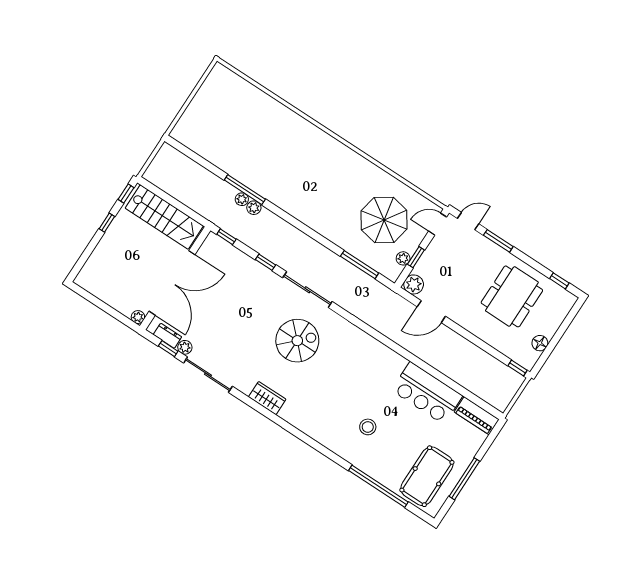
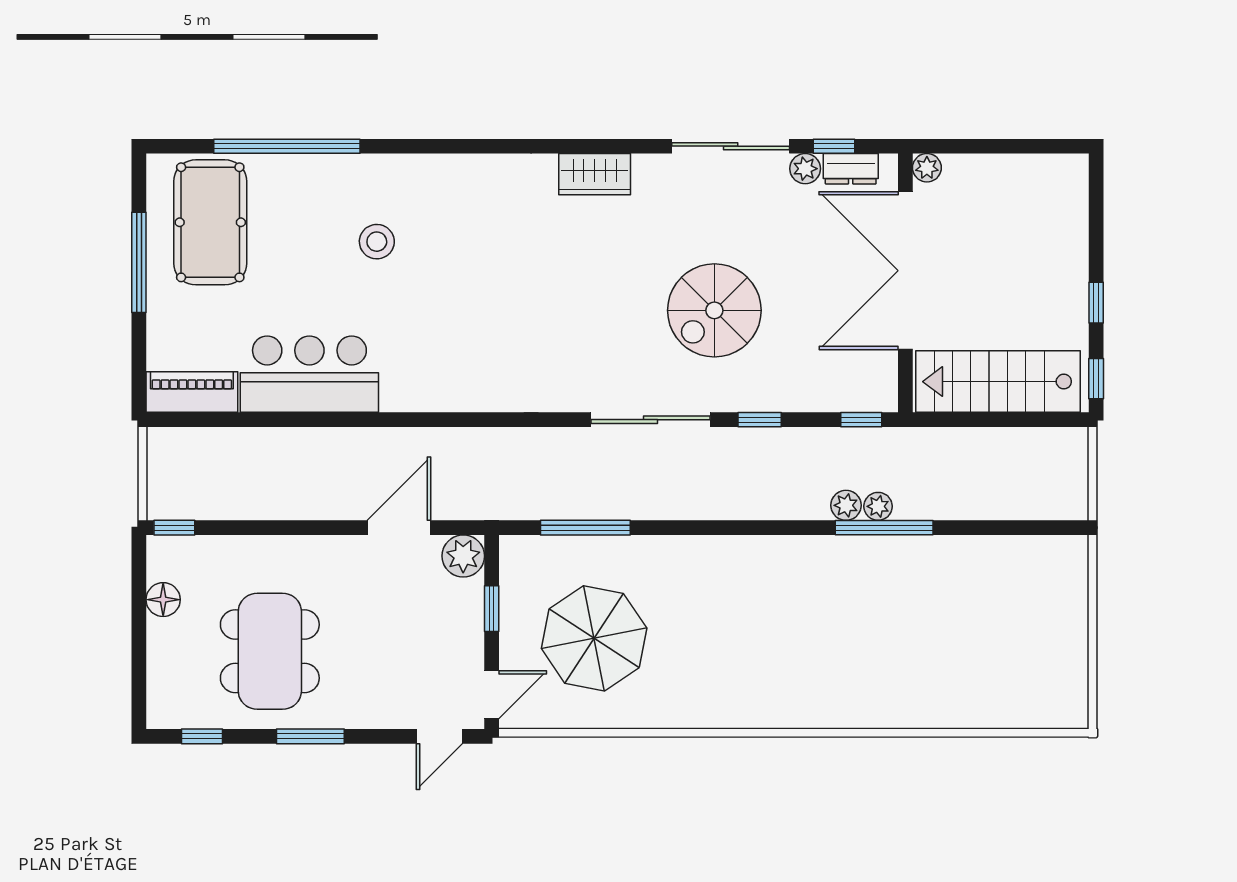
window: (498, 241) -> (310, 736), moved
plant: (403, 258) -> (513, 591), removed
spiral stairs: (297, 341) -> (714, 310), moved

